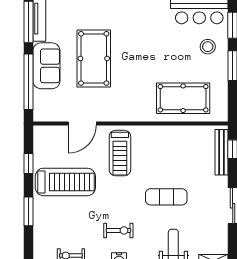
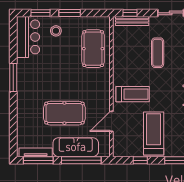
sofa: (46, 66) -> (76, 147), width x1.36
door: (82, 124) -> (111, 121), swing flipped
exercise mat: (166, 197) -> (158, 53), moved

